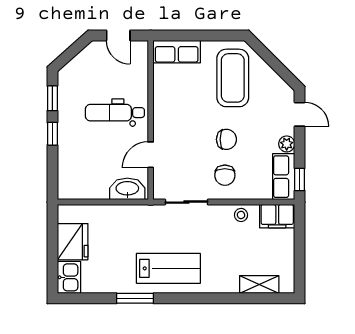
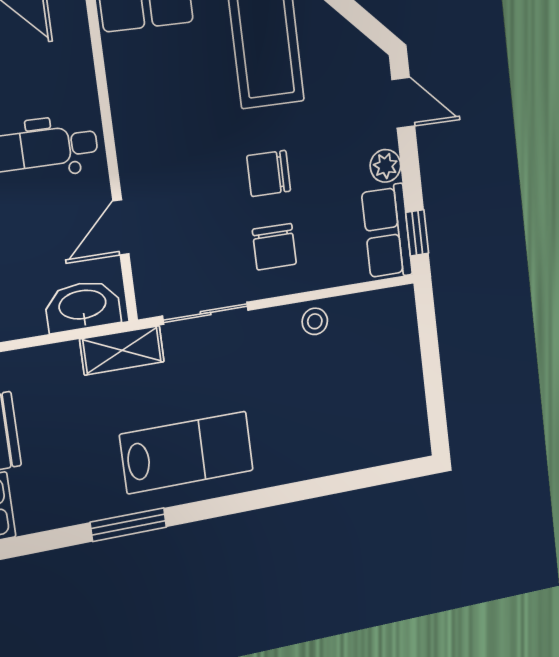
chair: (226, 139) -> (269, 173), turned 180
filing cabinet: (277, 216) -> (383, 312), removed
shelving: (259, 285) -> (122, 350), moved

